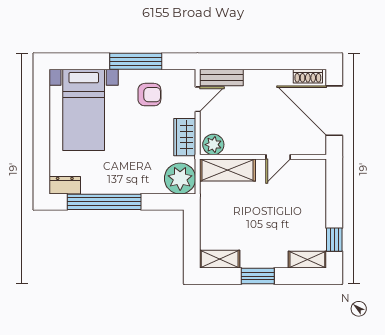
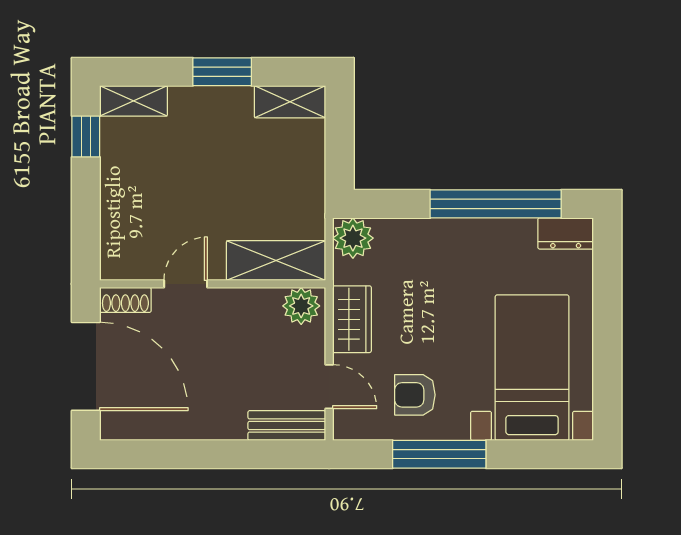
shoe rack: (308, 76) -> (125, 300), moved, turned 180
door: (198, 99) -> (329, 387), swing flipped
plant: (180, 178) -> (353, 238), width x0.73, depth x0.73

